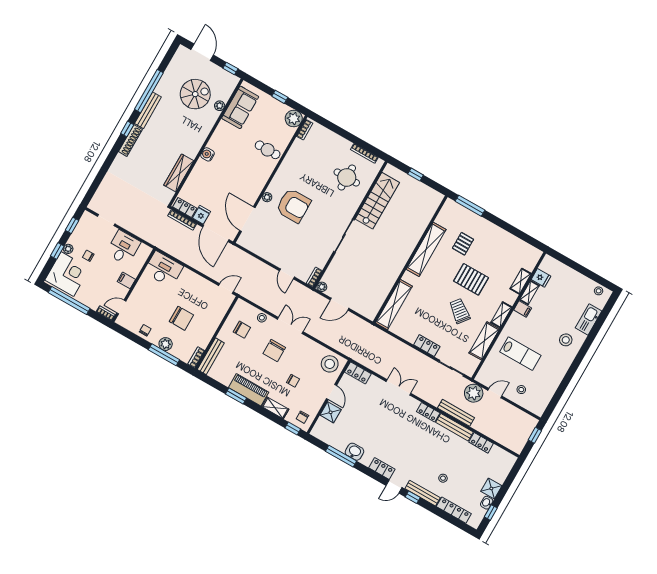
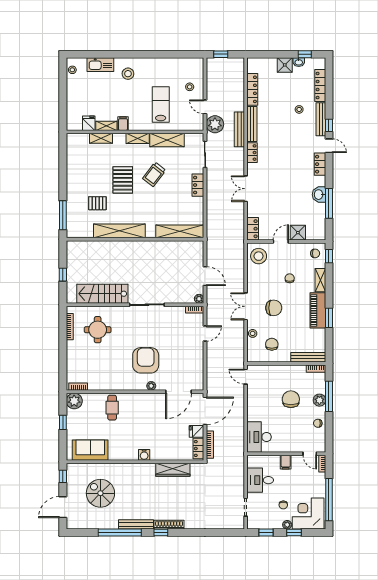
plant: (220, 106) -> (99, 468), removed
locker: (481, 443) -> (252, 89), width x1.53

